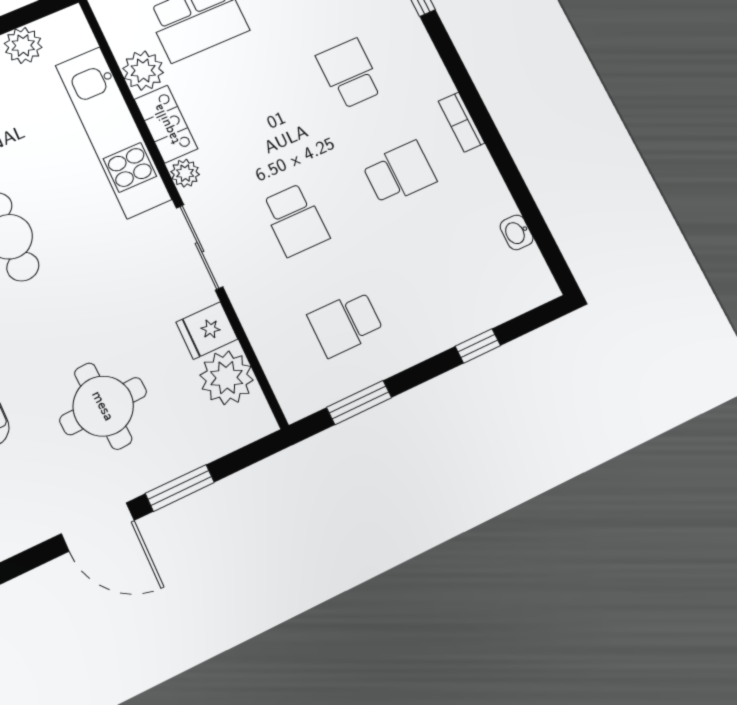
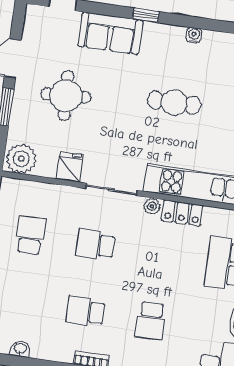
plant: (143, 71) -> (216, 219), removed
school desk: (350, 73) -> (151, 321), turned 90
school desk: (399, 173) -> (86, 311), turned 90
plant: (227, 378) -> (21, 159), moved

